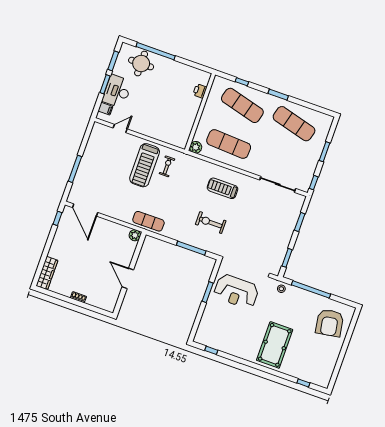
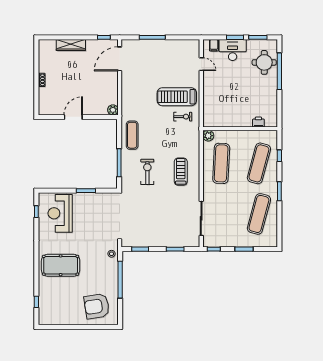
exercise mat: (148, 221) -> (132, 135), moved
wardrobe: (47, 273) -> (71, 45), moved
reception desk: (236, 291) -> (60, 213), moved

